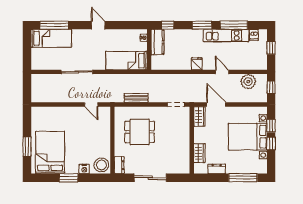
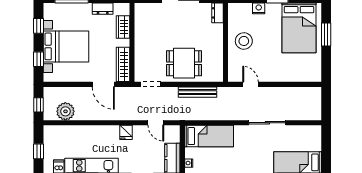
door: (222, 72) -> (156, 123), moved
bench: (136, 98) -> (198, 92), width x1.36
wardrobe: (199, 117) -> (123, 64), width x1.50
dining table: (140, 132) -> (184, 63), moved
window: (271, 143) -> (39, 26), moved
stool: (101, 165) -> (244, 41), moved

